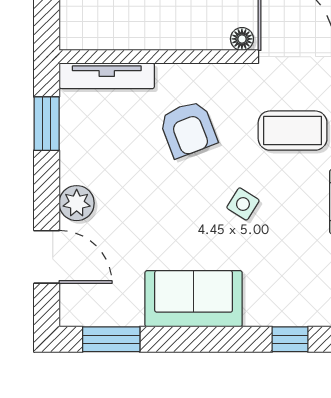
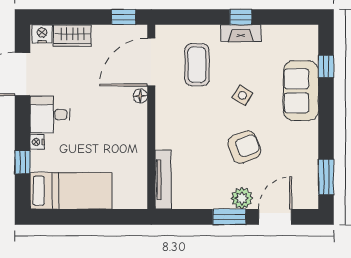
window: (47, 124) -> (229, 217), moved
armchair: (188, 129) -> (244, 147), moved
sofa: (194, 299) -> (301, 91), moved

